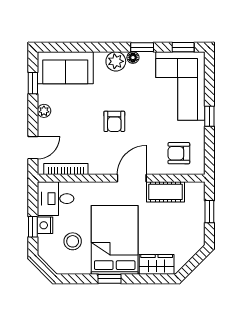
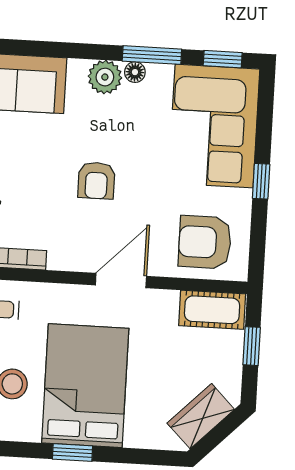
window: (142, 47) -> (152, 55), width x1.50
armchair: (179, 153) -> (205, 242), width x1.38, depth x1.38
cot: (166, 192) -> (212, 310), moved
wardrobe: (157, 264) -> (201, 416), moved, turned -45

